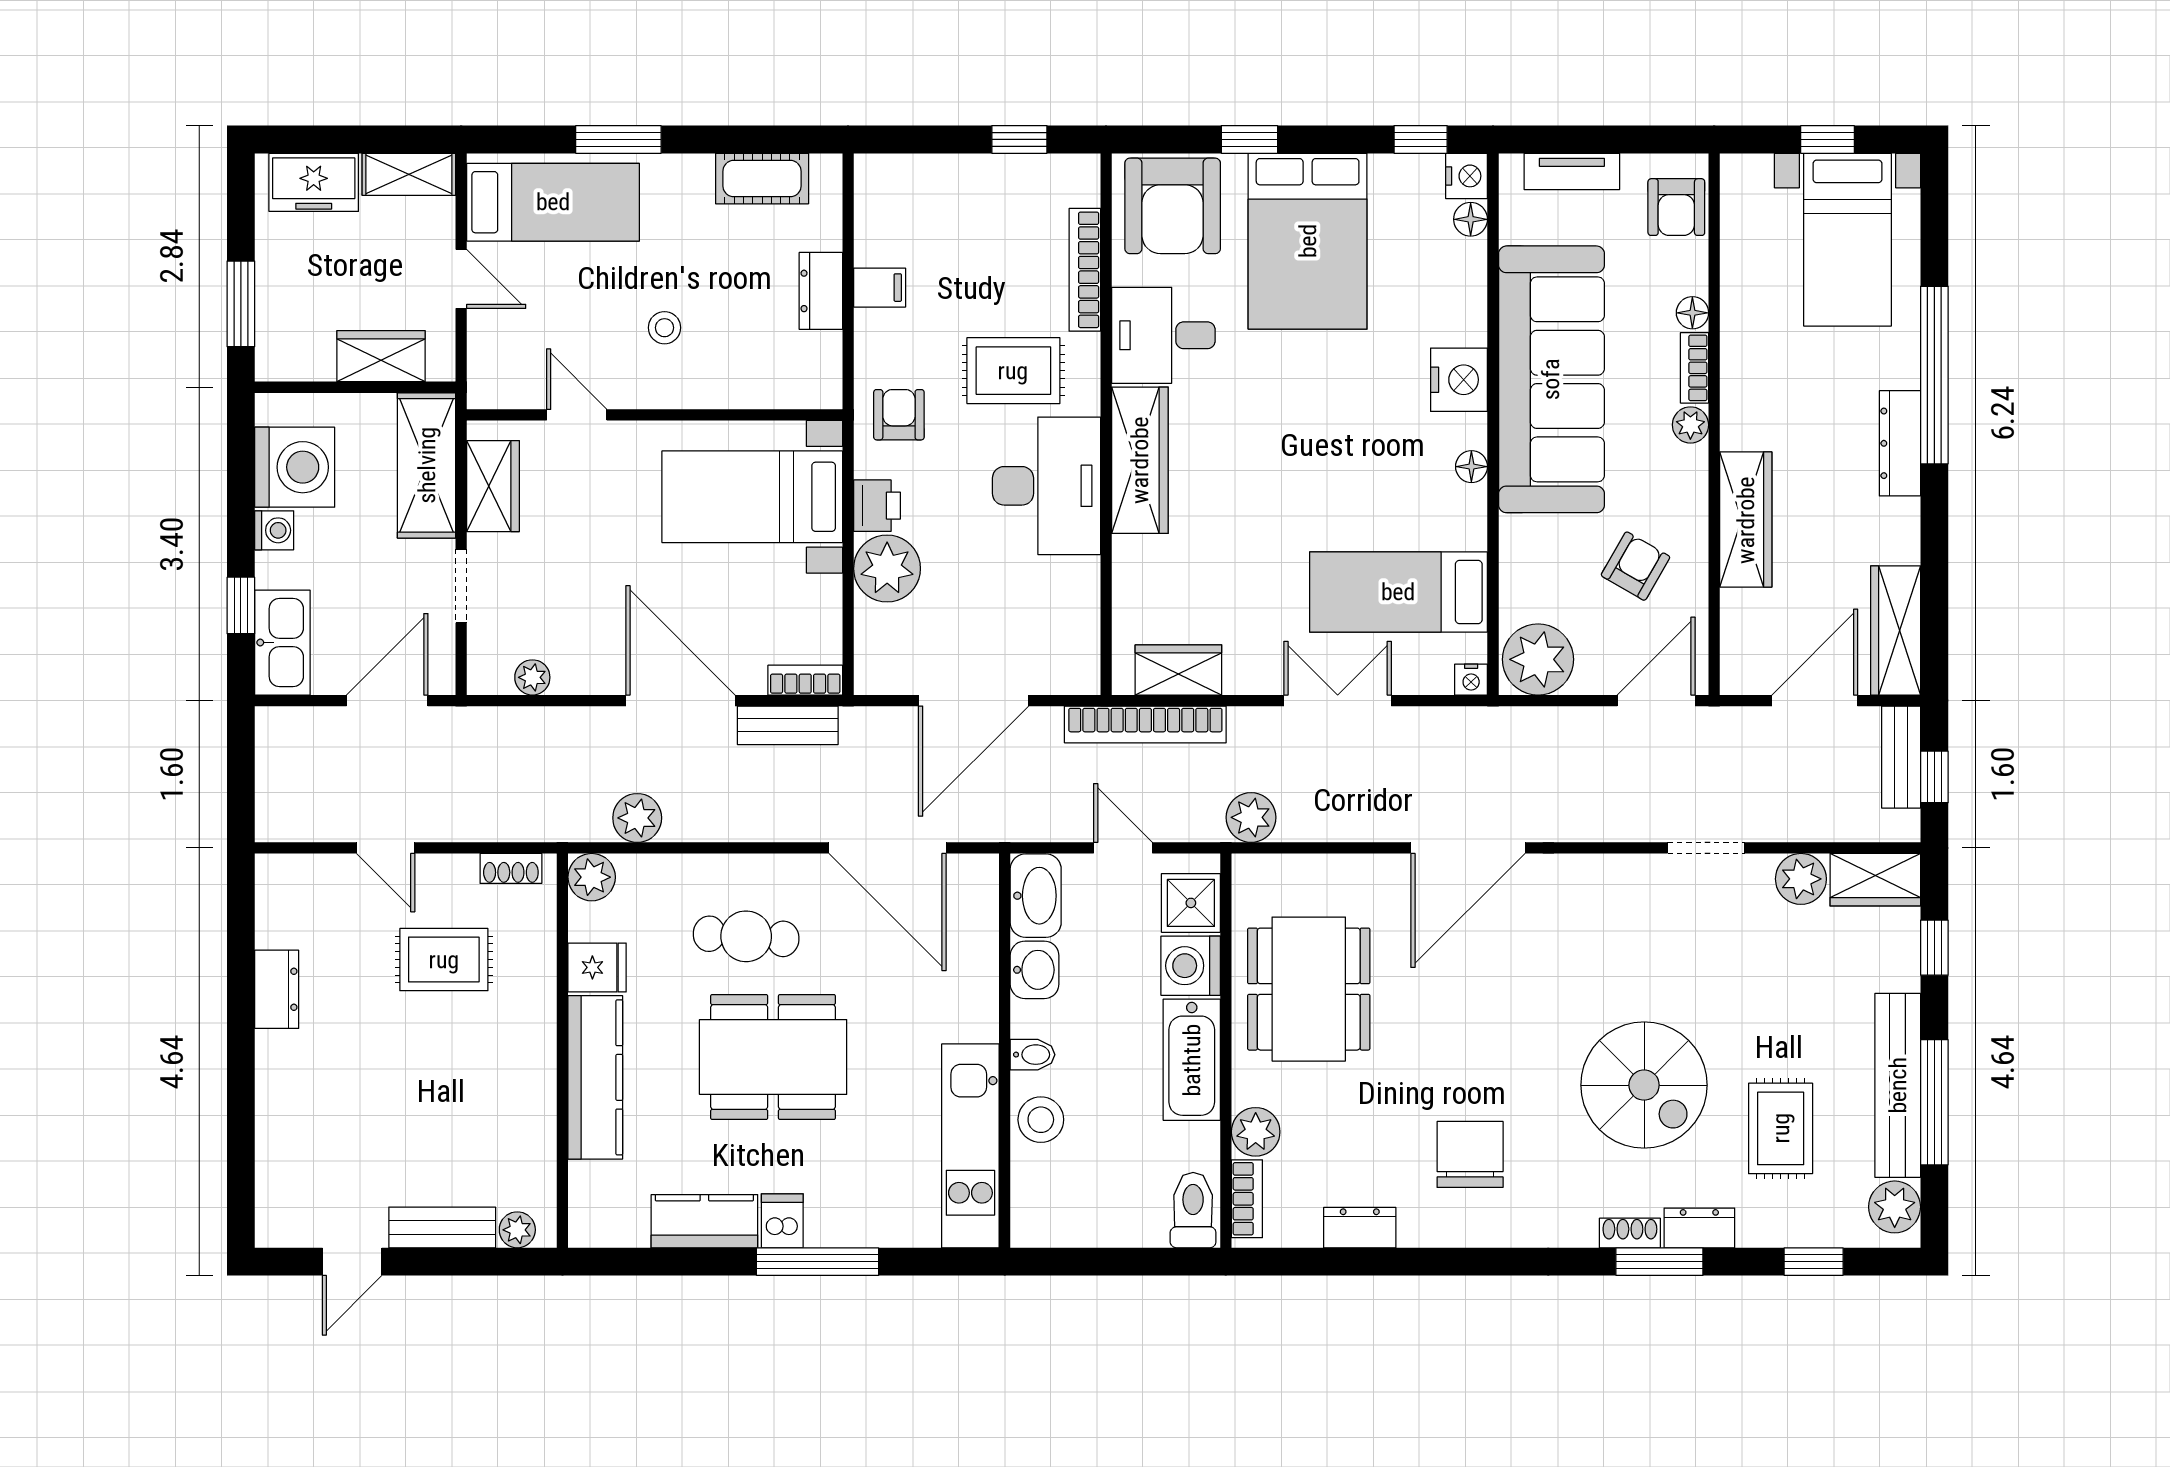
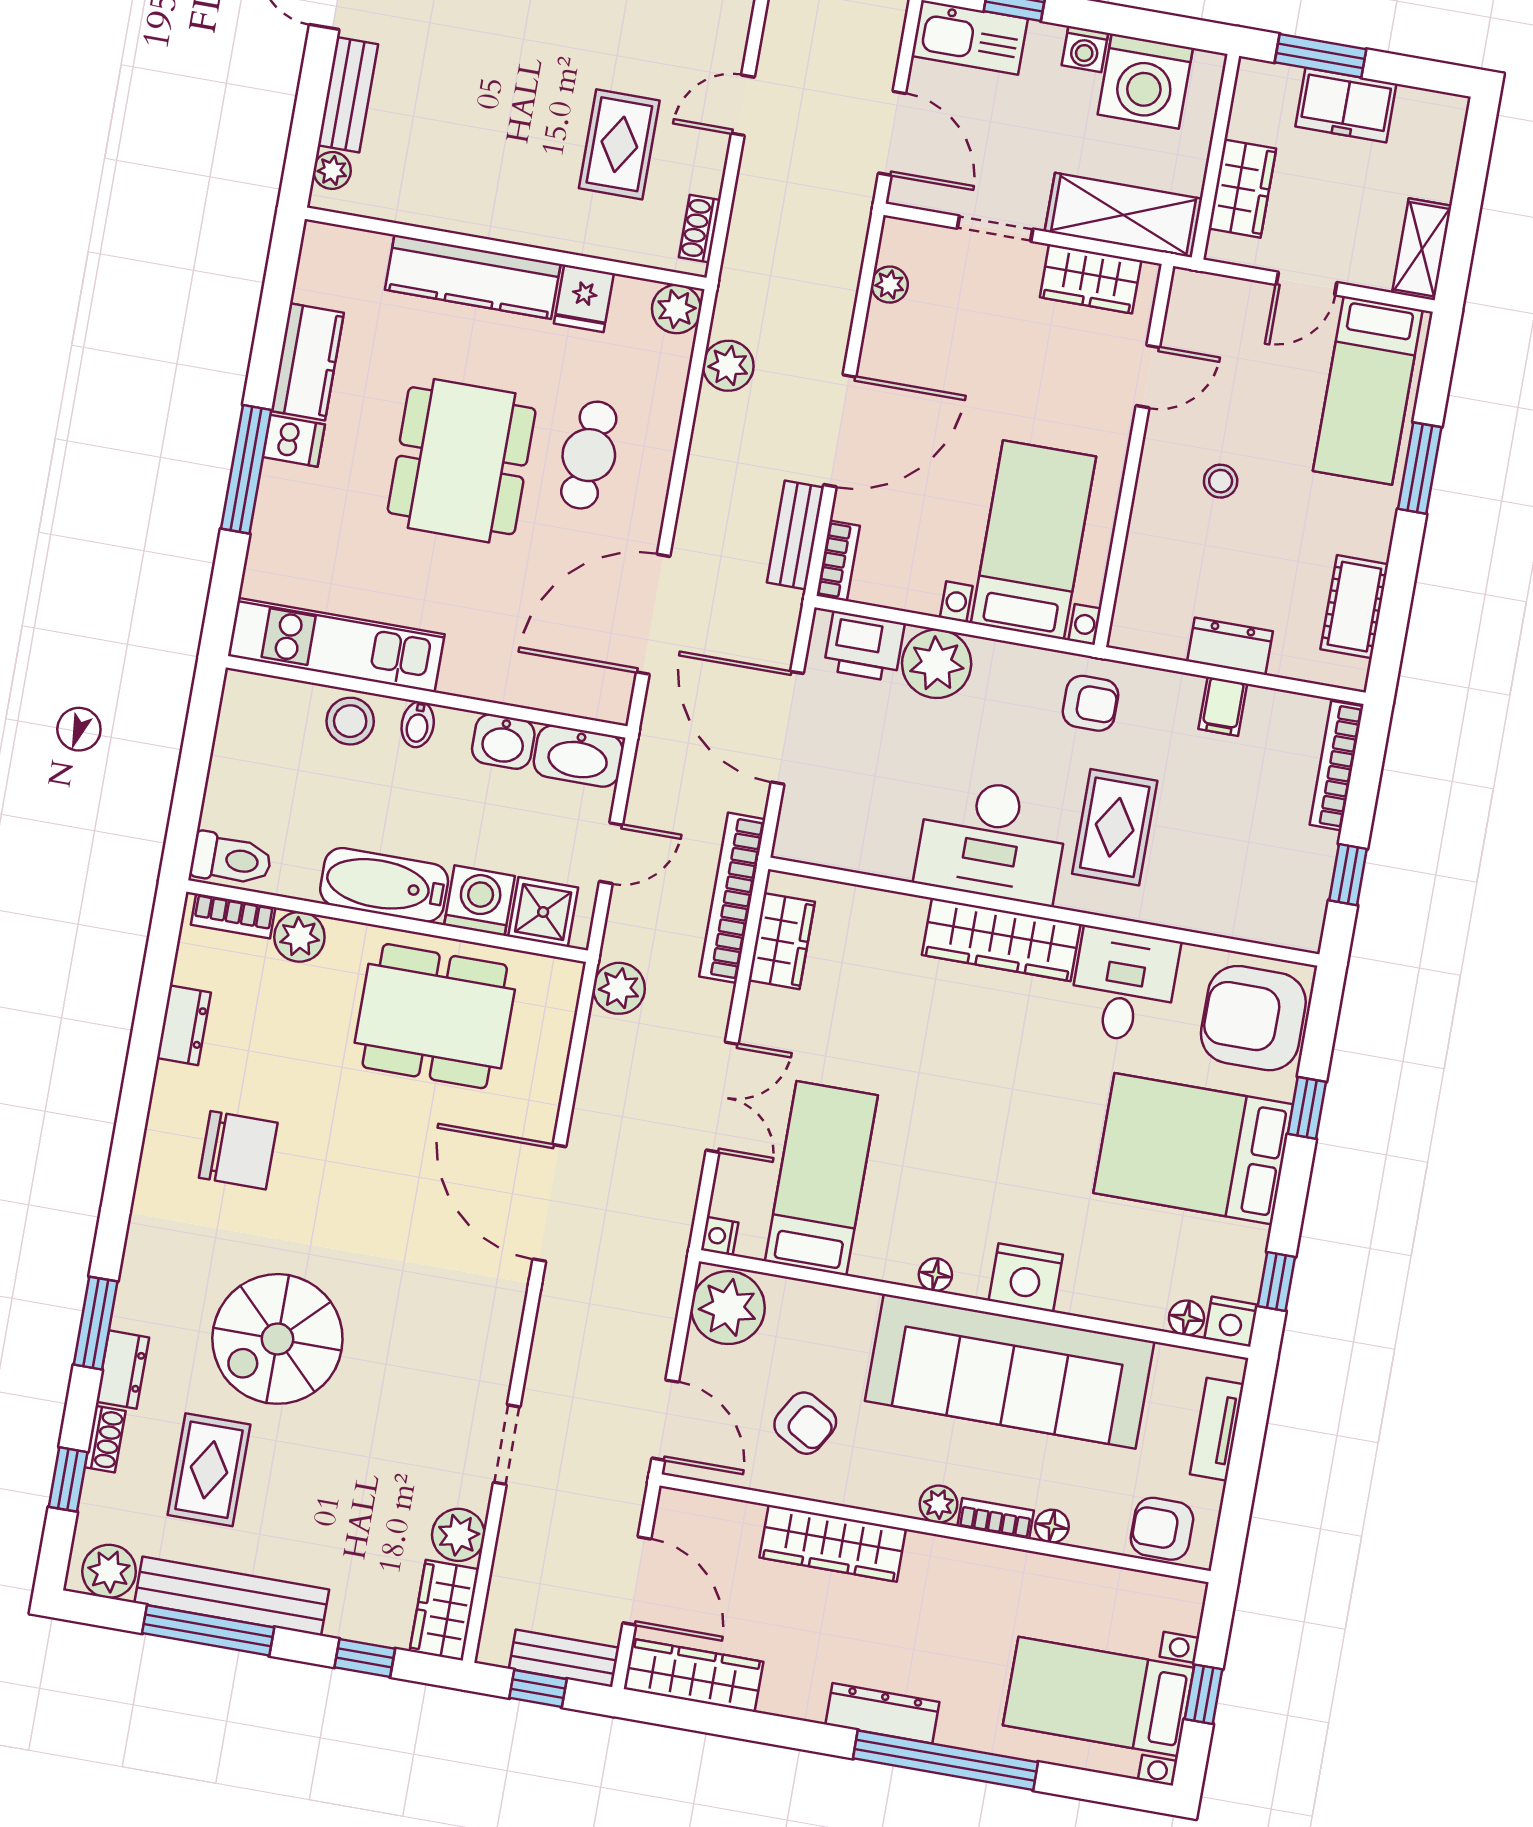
freezer: (314, 182) -> (1346, 105), moved, turned -90
bookcase: (1085, 270) -> (1336, 766), moved, turned -90
printer: (877, 506) -> (864, 646), moved, width x1.36, depth x1.24
rug: (1781, 1128) -> (209, 1470), turned 90
shoe rack: (1630, 1233) -> (105, 1439), moved

